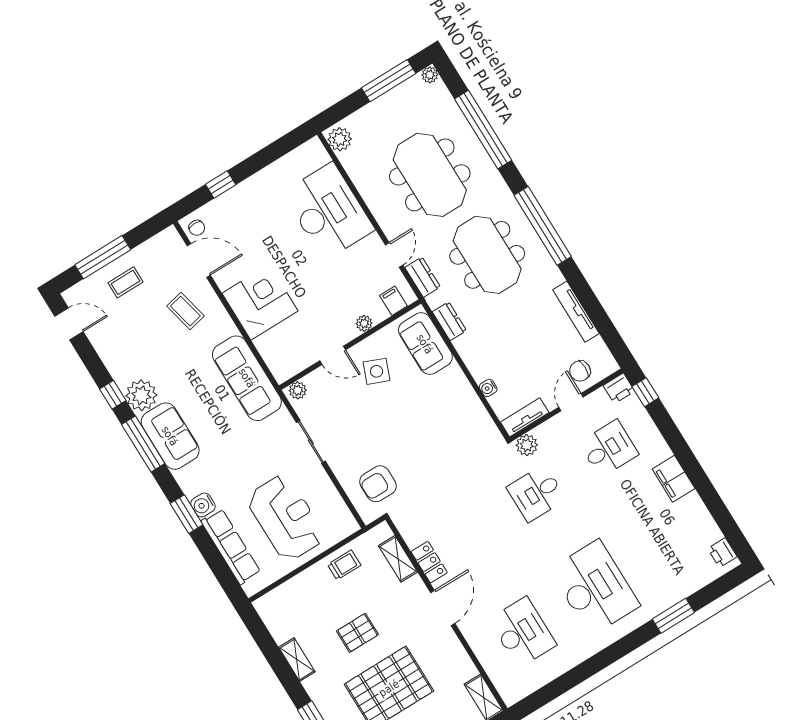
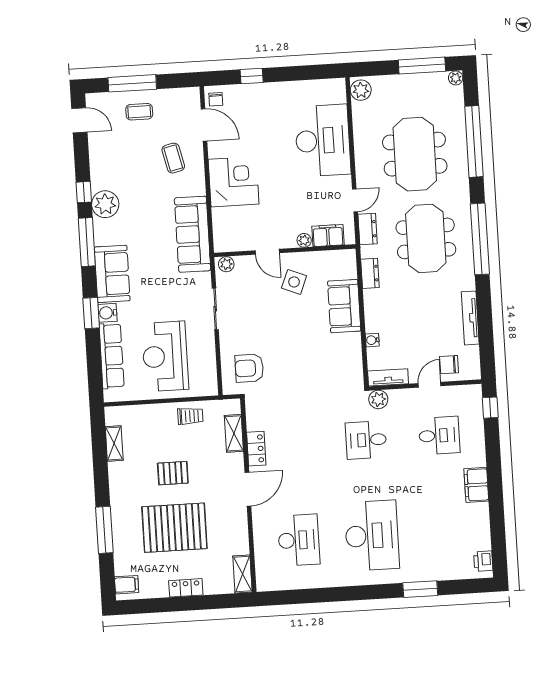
filing cabinet: (393, 301) -> (328, 236), width x2.00
sofa: (425, 344) -> (344, 306), moved
printer: (619, 388) -> (472, 394), removed
sofa: (170, 436) -> (112, 274), moved
reception desk: (286, 518) -> (165, 356), turned 180
shelving: (297, 660) -> (114, 444), moved

